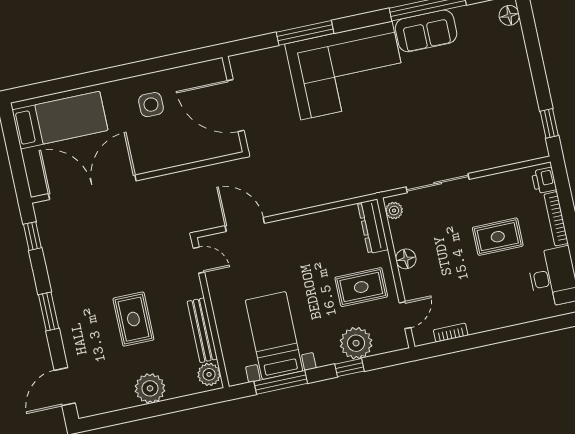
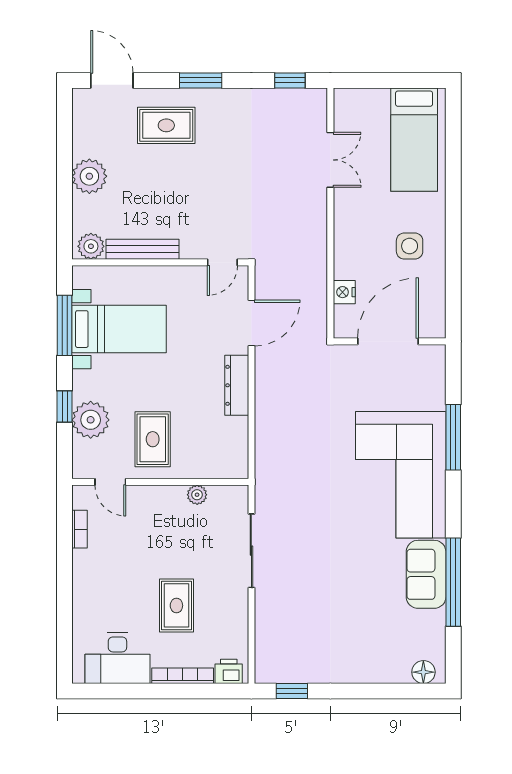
nightstand: (202, 151) -> (344, 292), added
double door: (92, 187) -> (330, 160), width x0.54
plant: (394, 211) -> (197, 495), moved
dresser: (373, 226) -> (237, 385), moved, turned -90
floor lamp: (406, 259) -> (174, 496), removed
rug: (133, 319) -> (166, 125), moved

